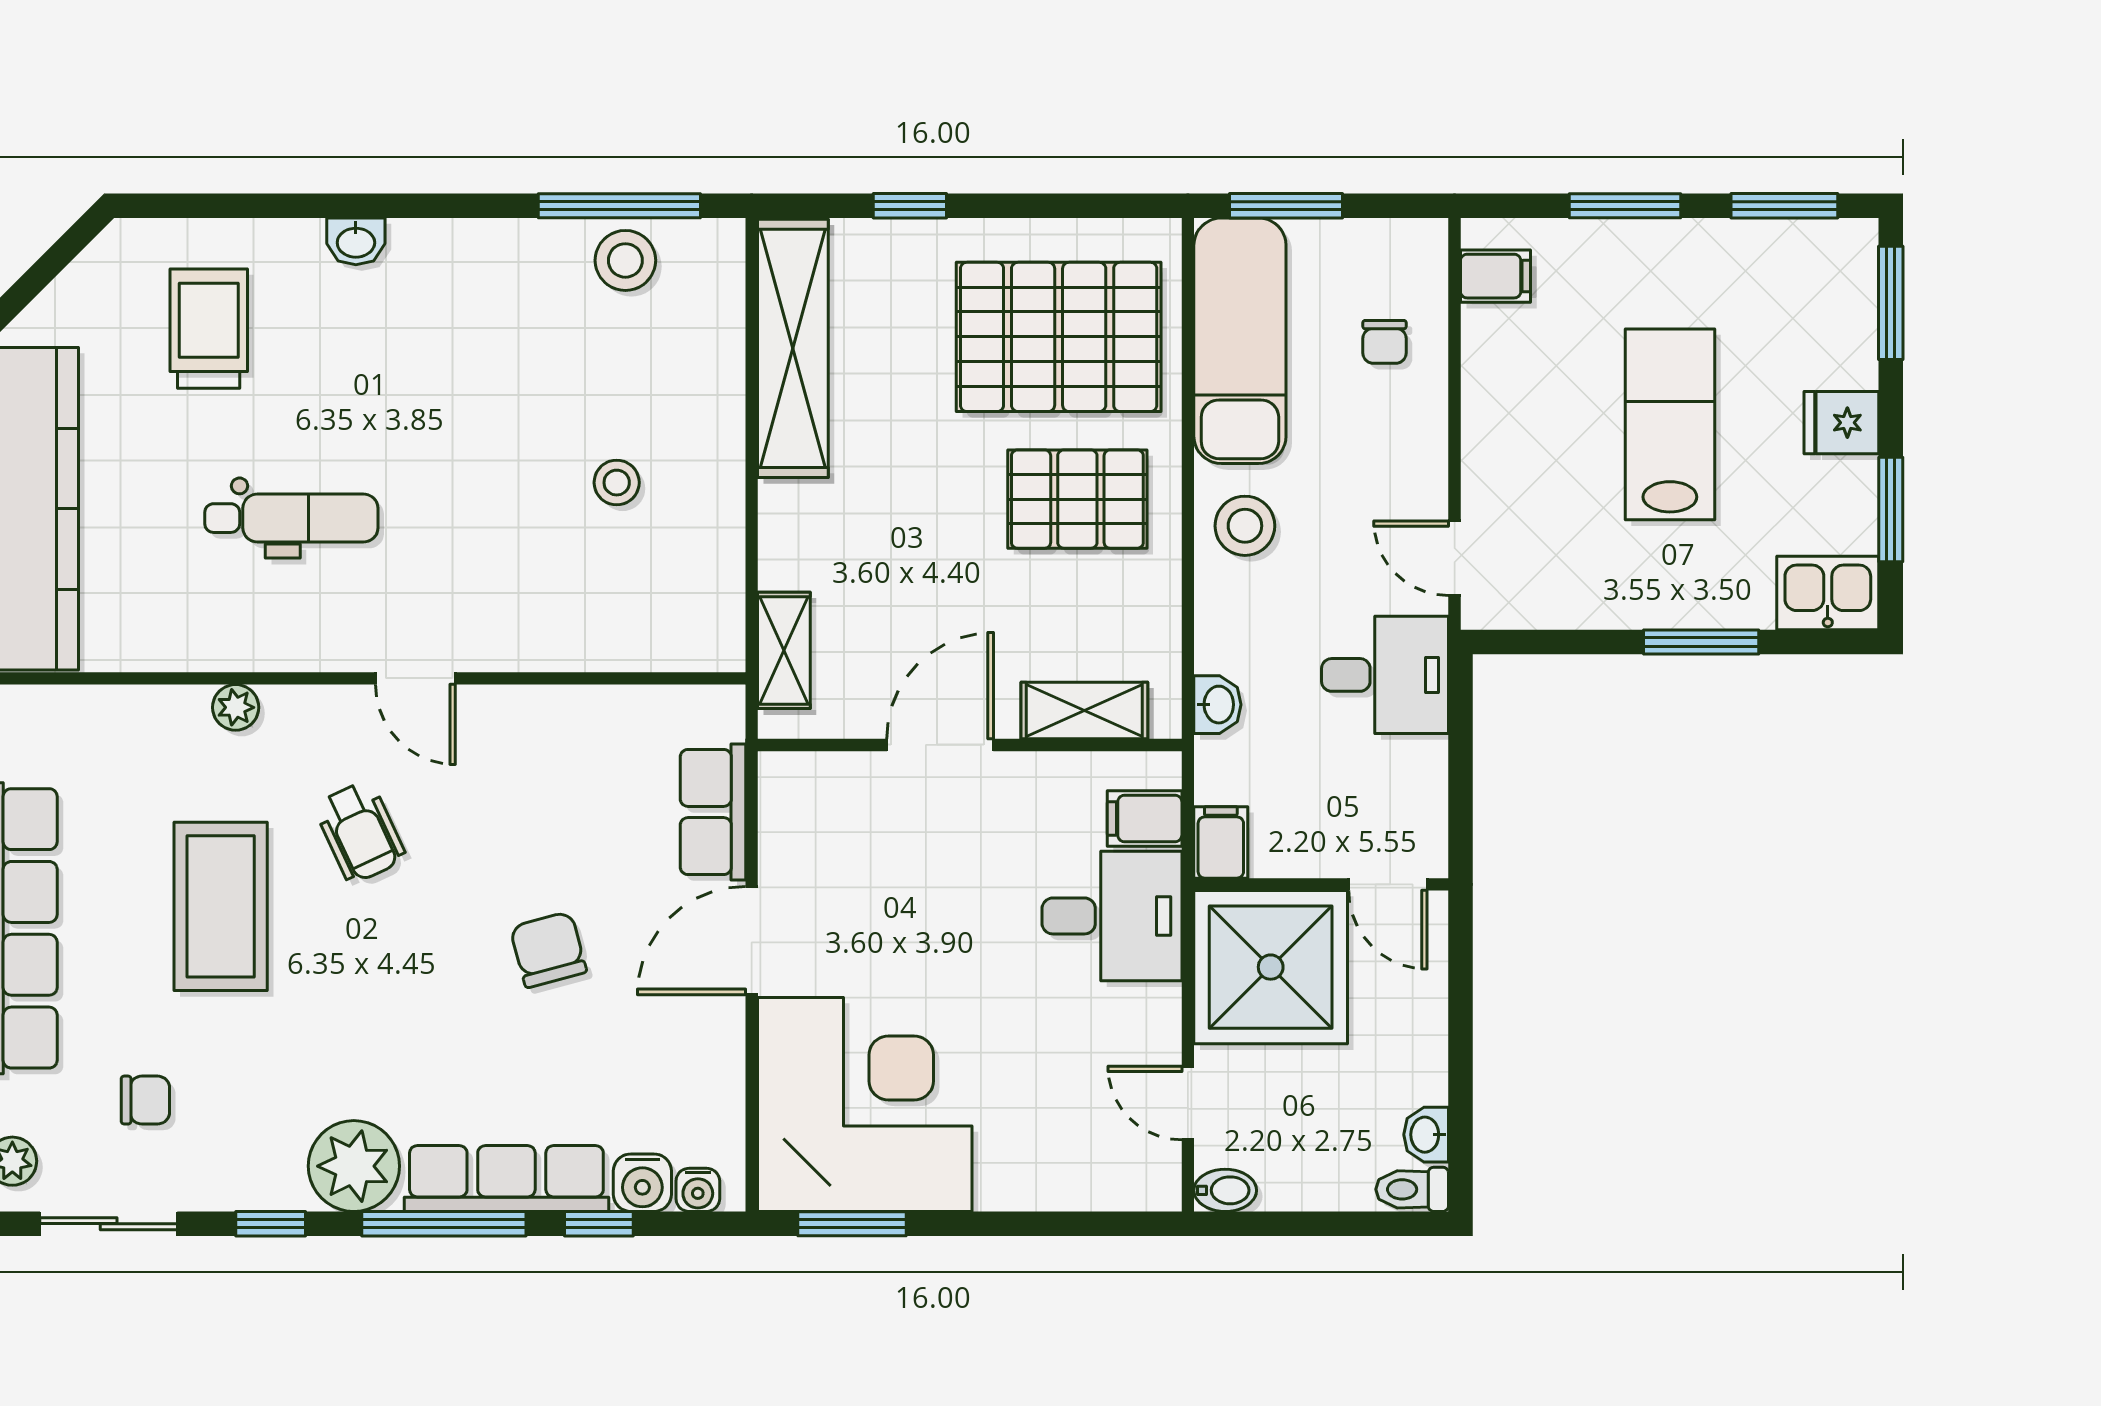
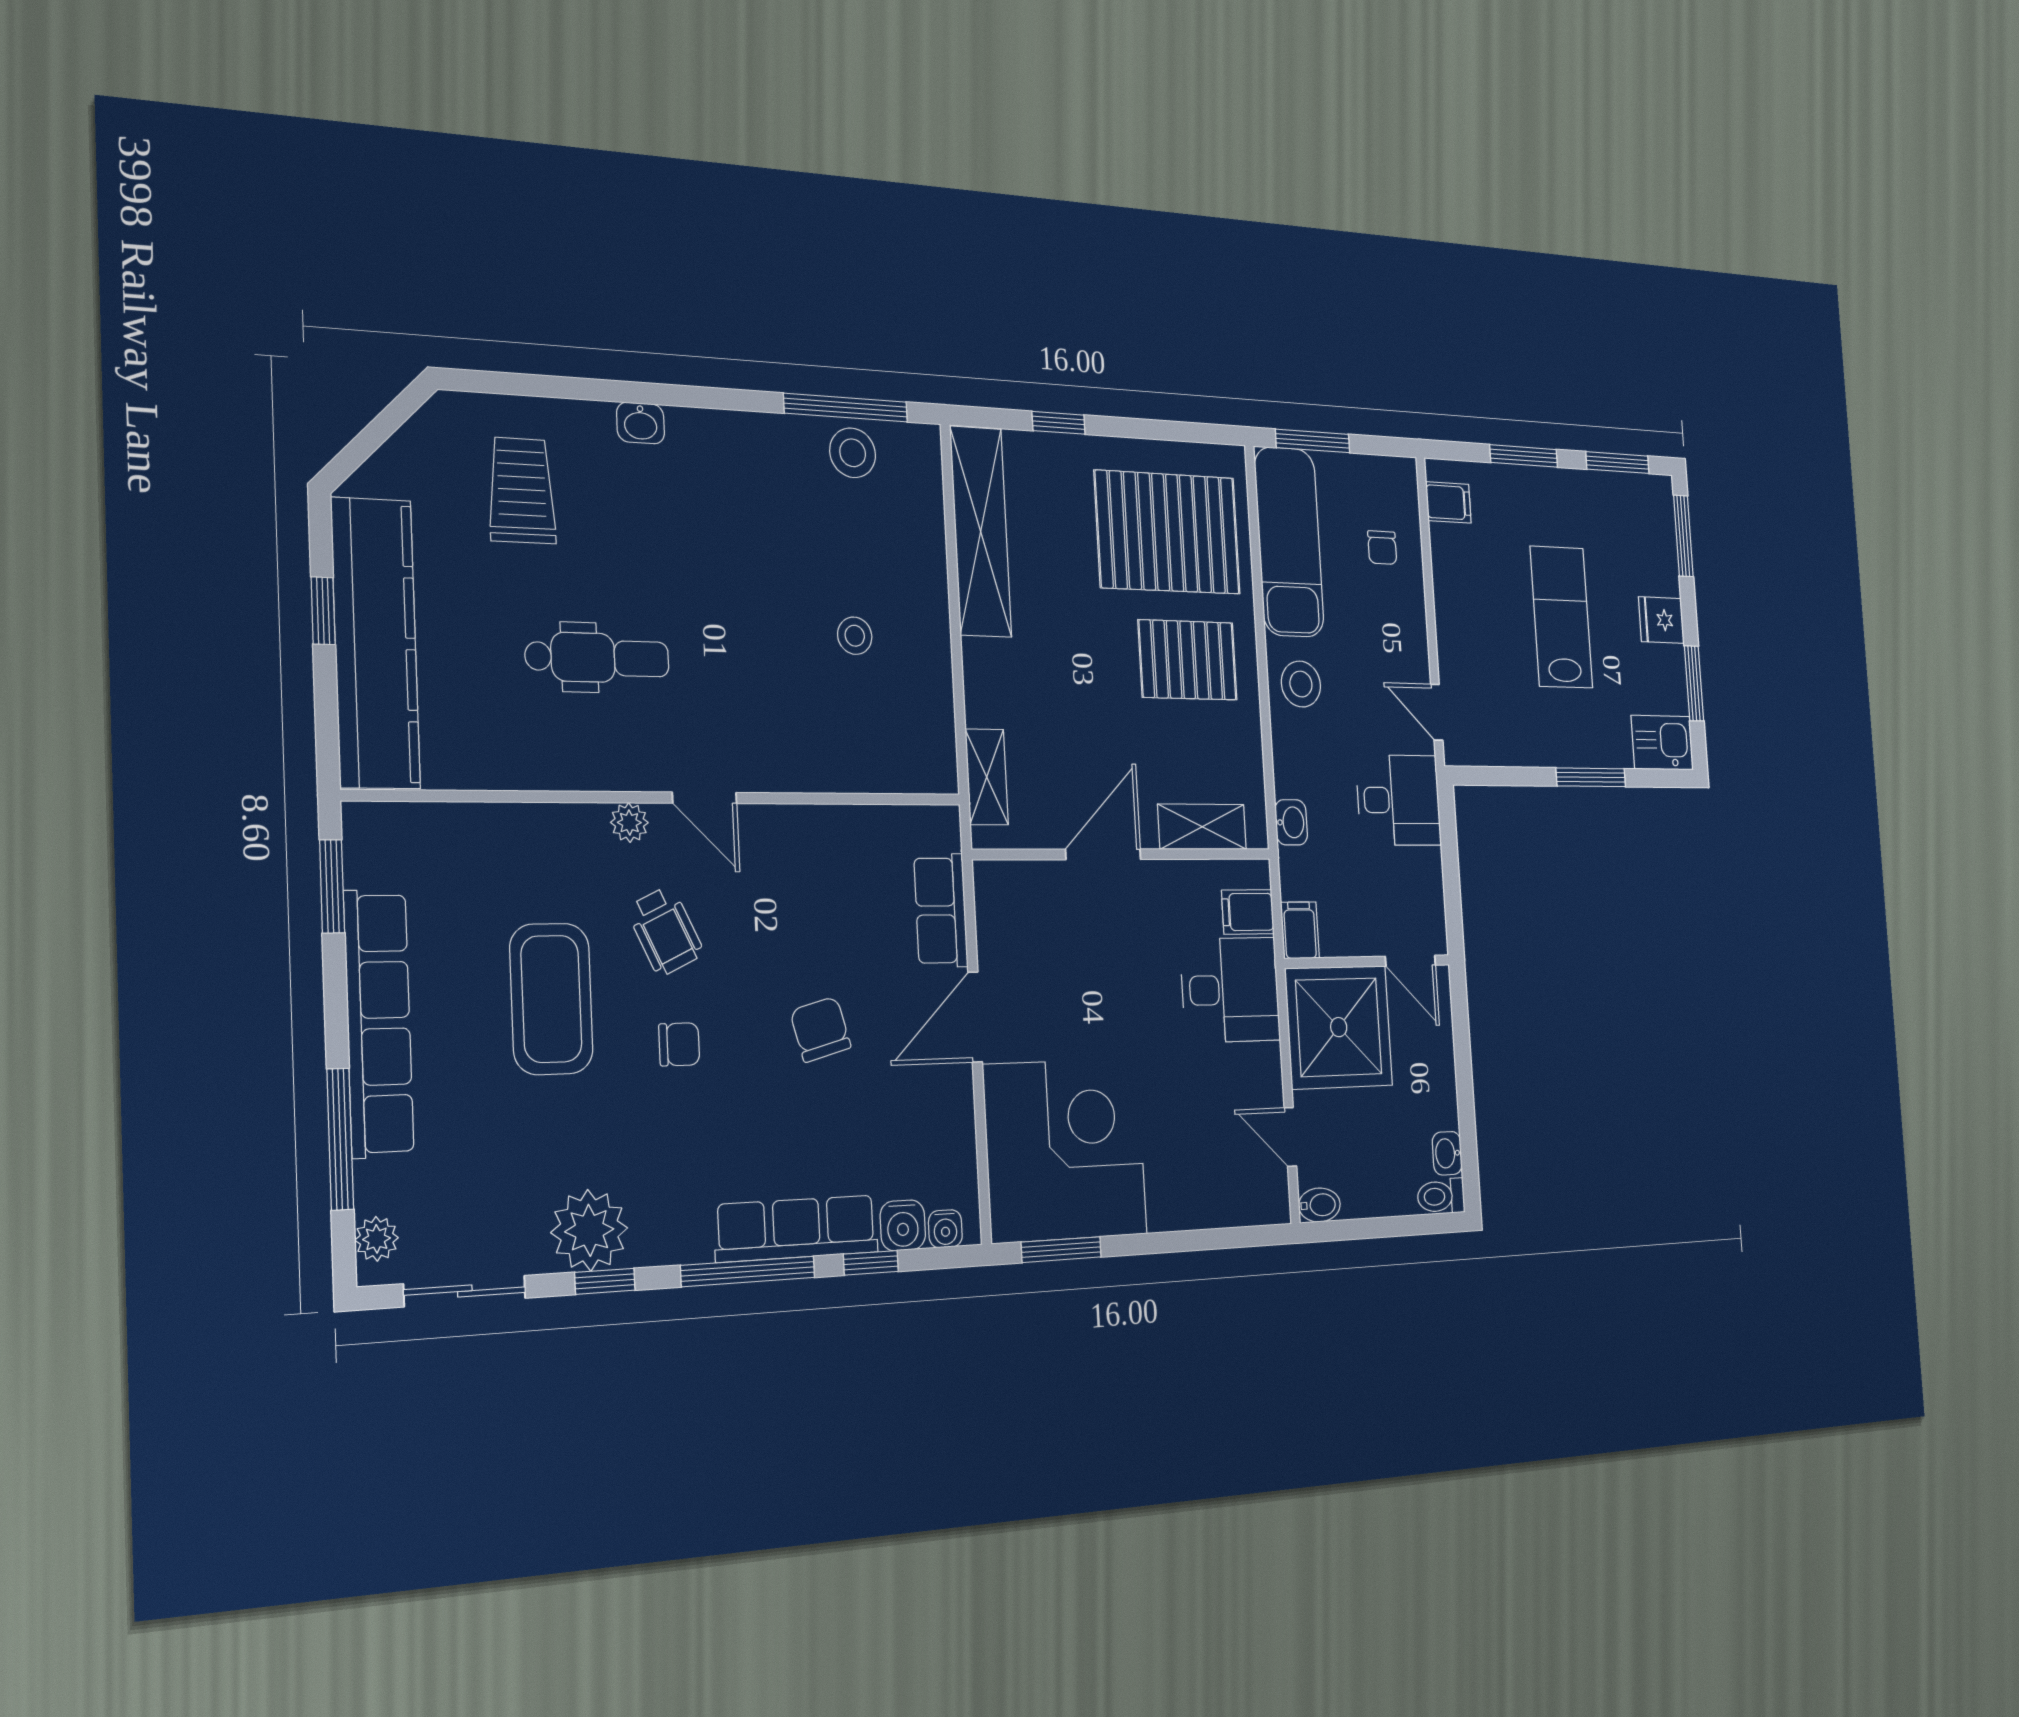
plant: (236, 707) -> (629, 823), moved
chair: (145, 1100) -> (679, 1044), moved
plant: (354, 1166) -> (589, 1230), moved

